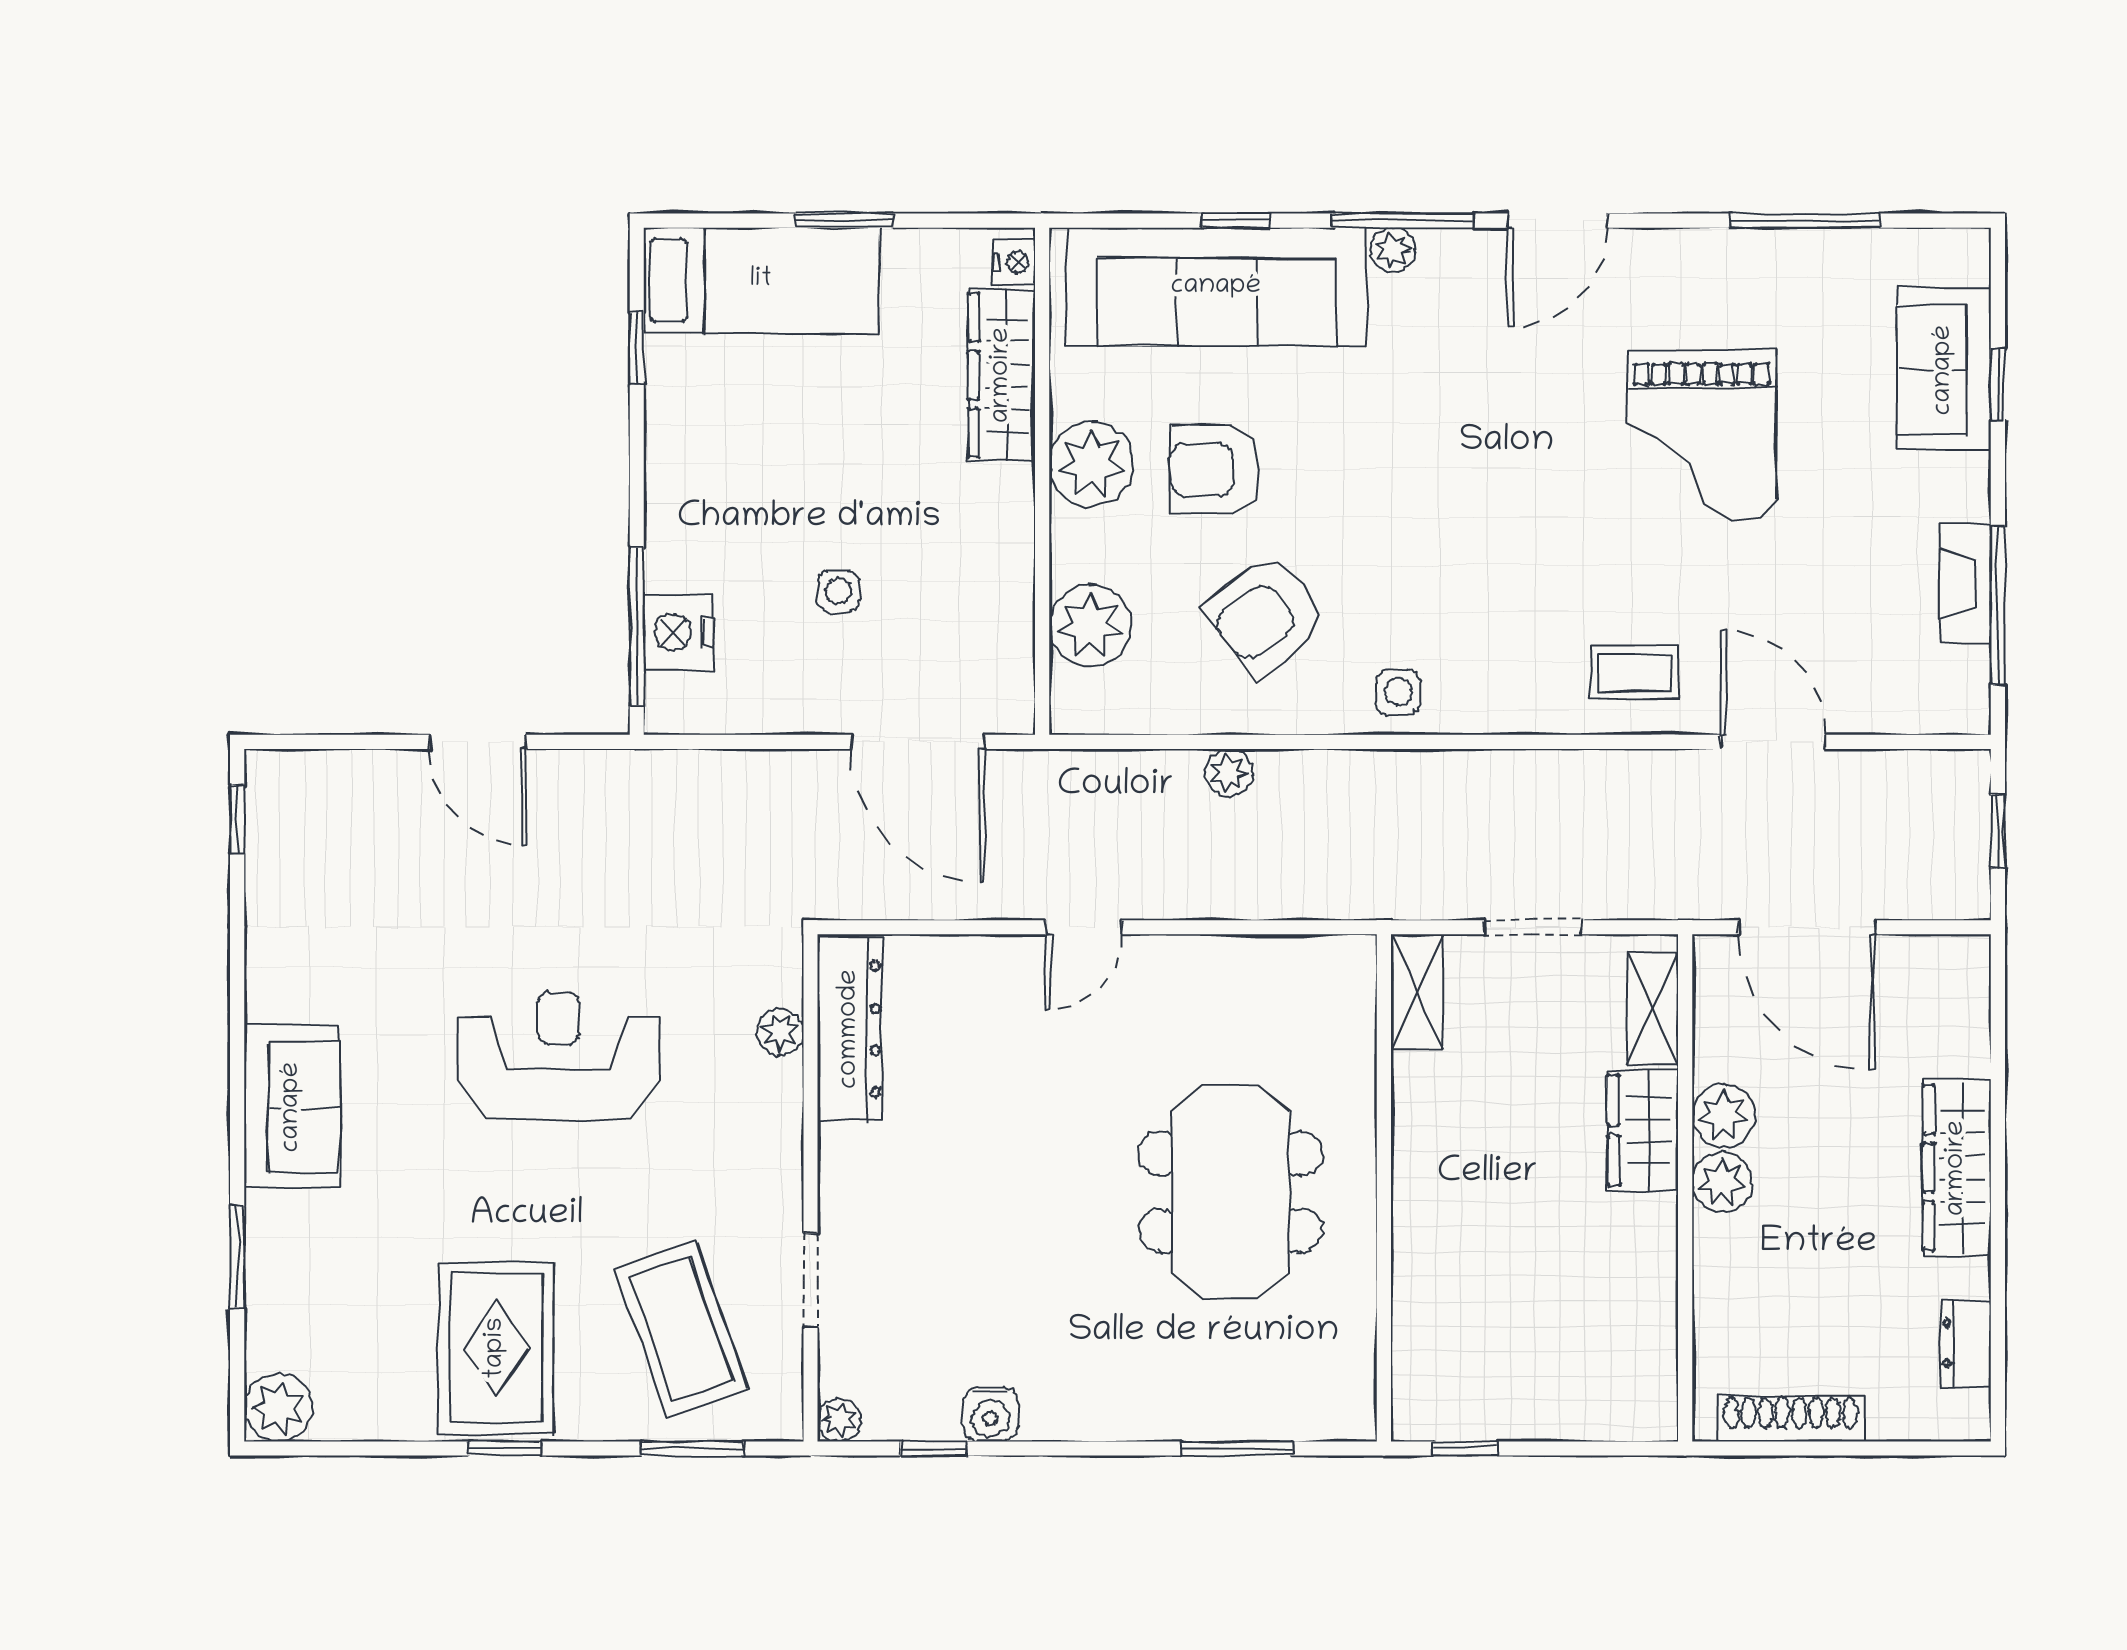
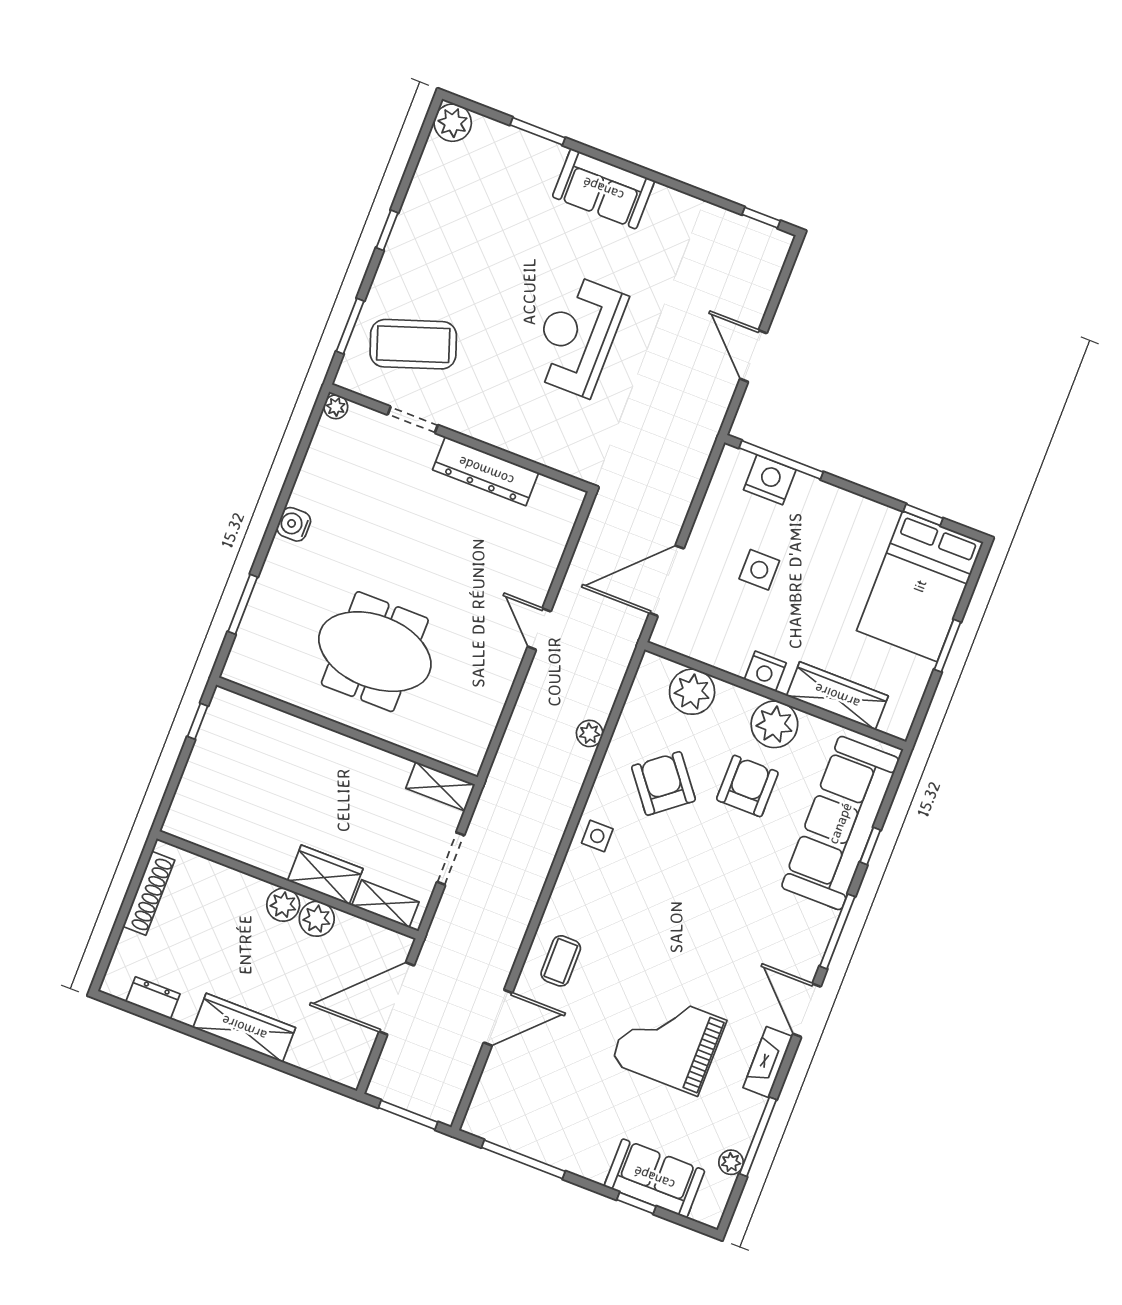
plant: (1393, 250) -> (731, 1162), moved
nightstand: (1015, 262) -> (765, 671), moved, width x1.39, depth x1.35
bed: (761, 280) -> (920, 586), width x1.50
fireplace: (1965, 584) -> (768, 1062), moved, turned -90
side table: (838, 591) -> (759, 570), width x1.37, depth x1.37
door: (478, 742) -> (753, 356), hinge flipped
window: (1998, 831) -> (408, 1115), width x1.50
dresser: (850, 1029) -> (486, 471), moved
plant: (780, 1032) -> (546, 453), removed
reception desk: (559, 1055) -> (577, 335), turned 180
rug: (496, 1348) -> (440, 246), removed
water cooler: (990, 1414) -> (294, 524), moved
window: (934, 1448) -> (303, 449), removed

